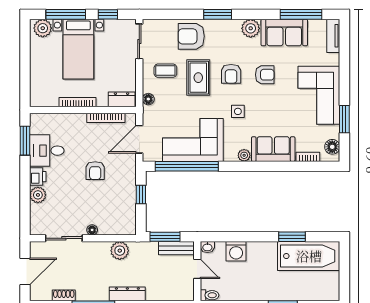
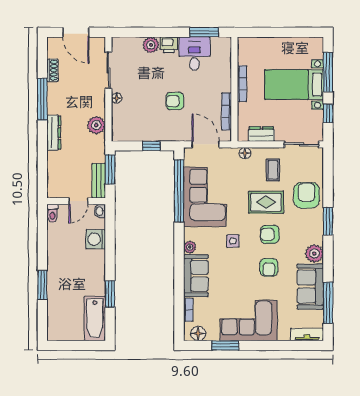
plant: (43, 28) -> (314, 50), removed
dresser: (122, 99) -> (261, 134), moved, turned -90
bathtub: (309, 256) -> (95, 319), width x0.73, depth x0.73

